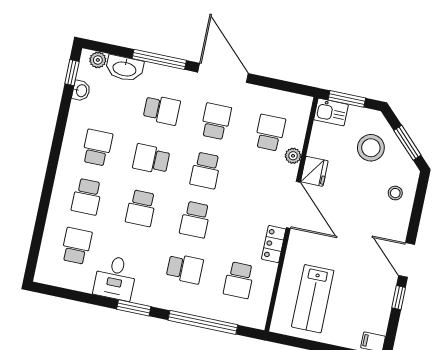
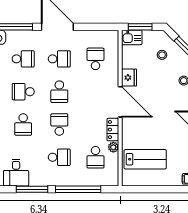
school desk: (216, 121) -> (59, 59), turned 90
stool: (371, 148) -> (162, 55), width x0.53, depth x0.53
plant: (293, 156) -> (113, 147), moved
school desk: (195, 220) -> (59, 124), turned 180
lab bench: (313, 299) -> (145, 159), turned -90
window: (134, 308) -> (32, 189), width x1.44

